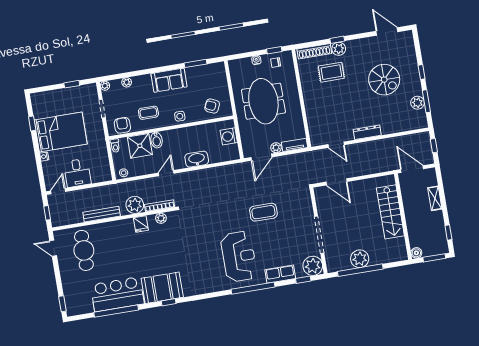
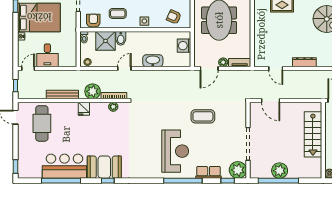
fridge: (141, 224) -> (84, 109), moved

